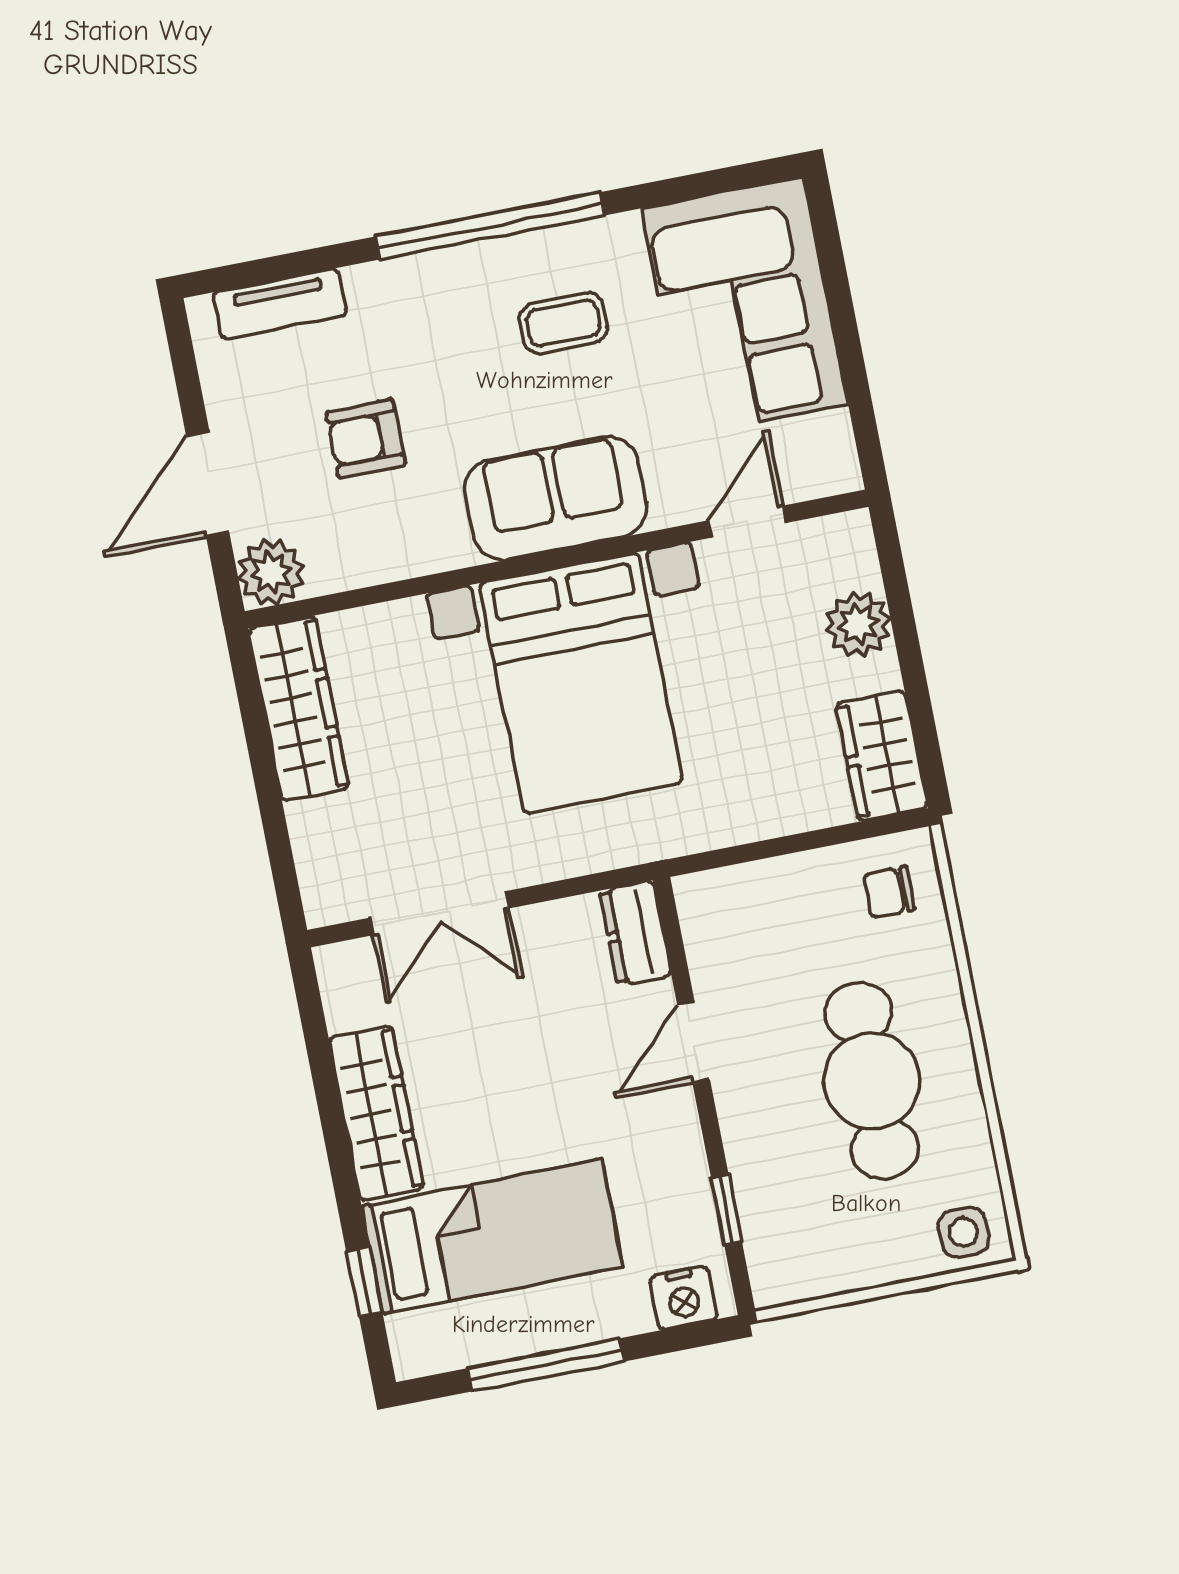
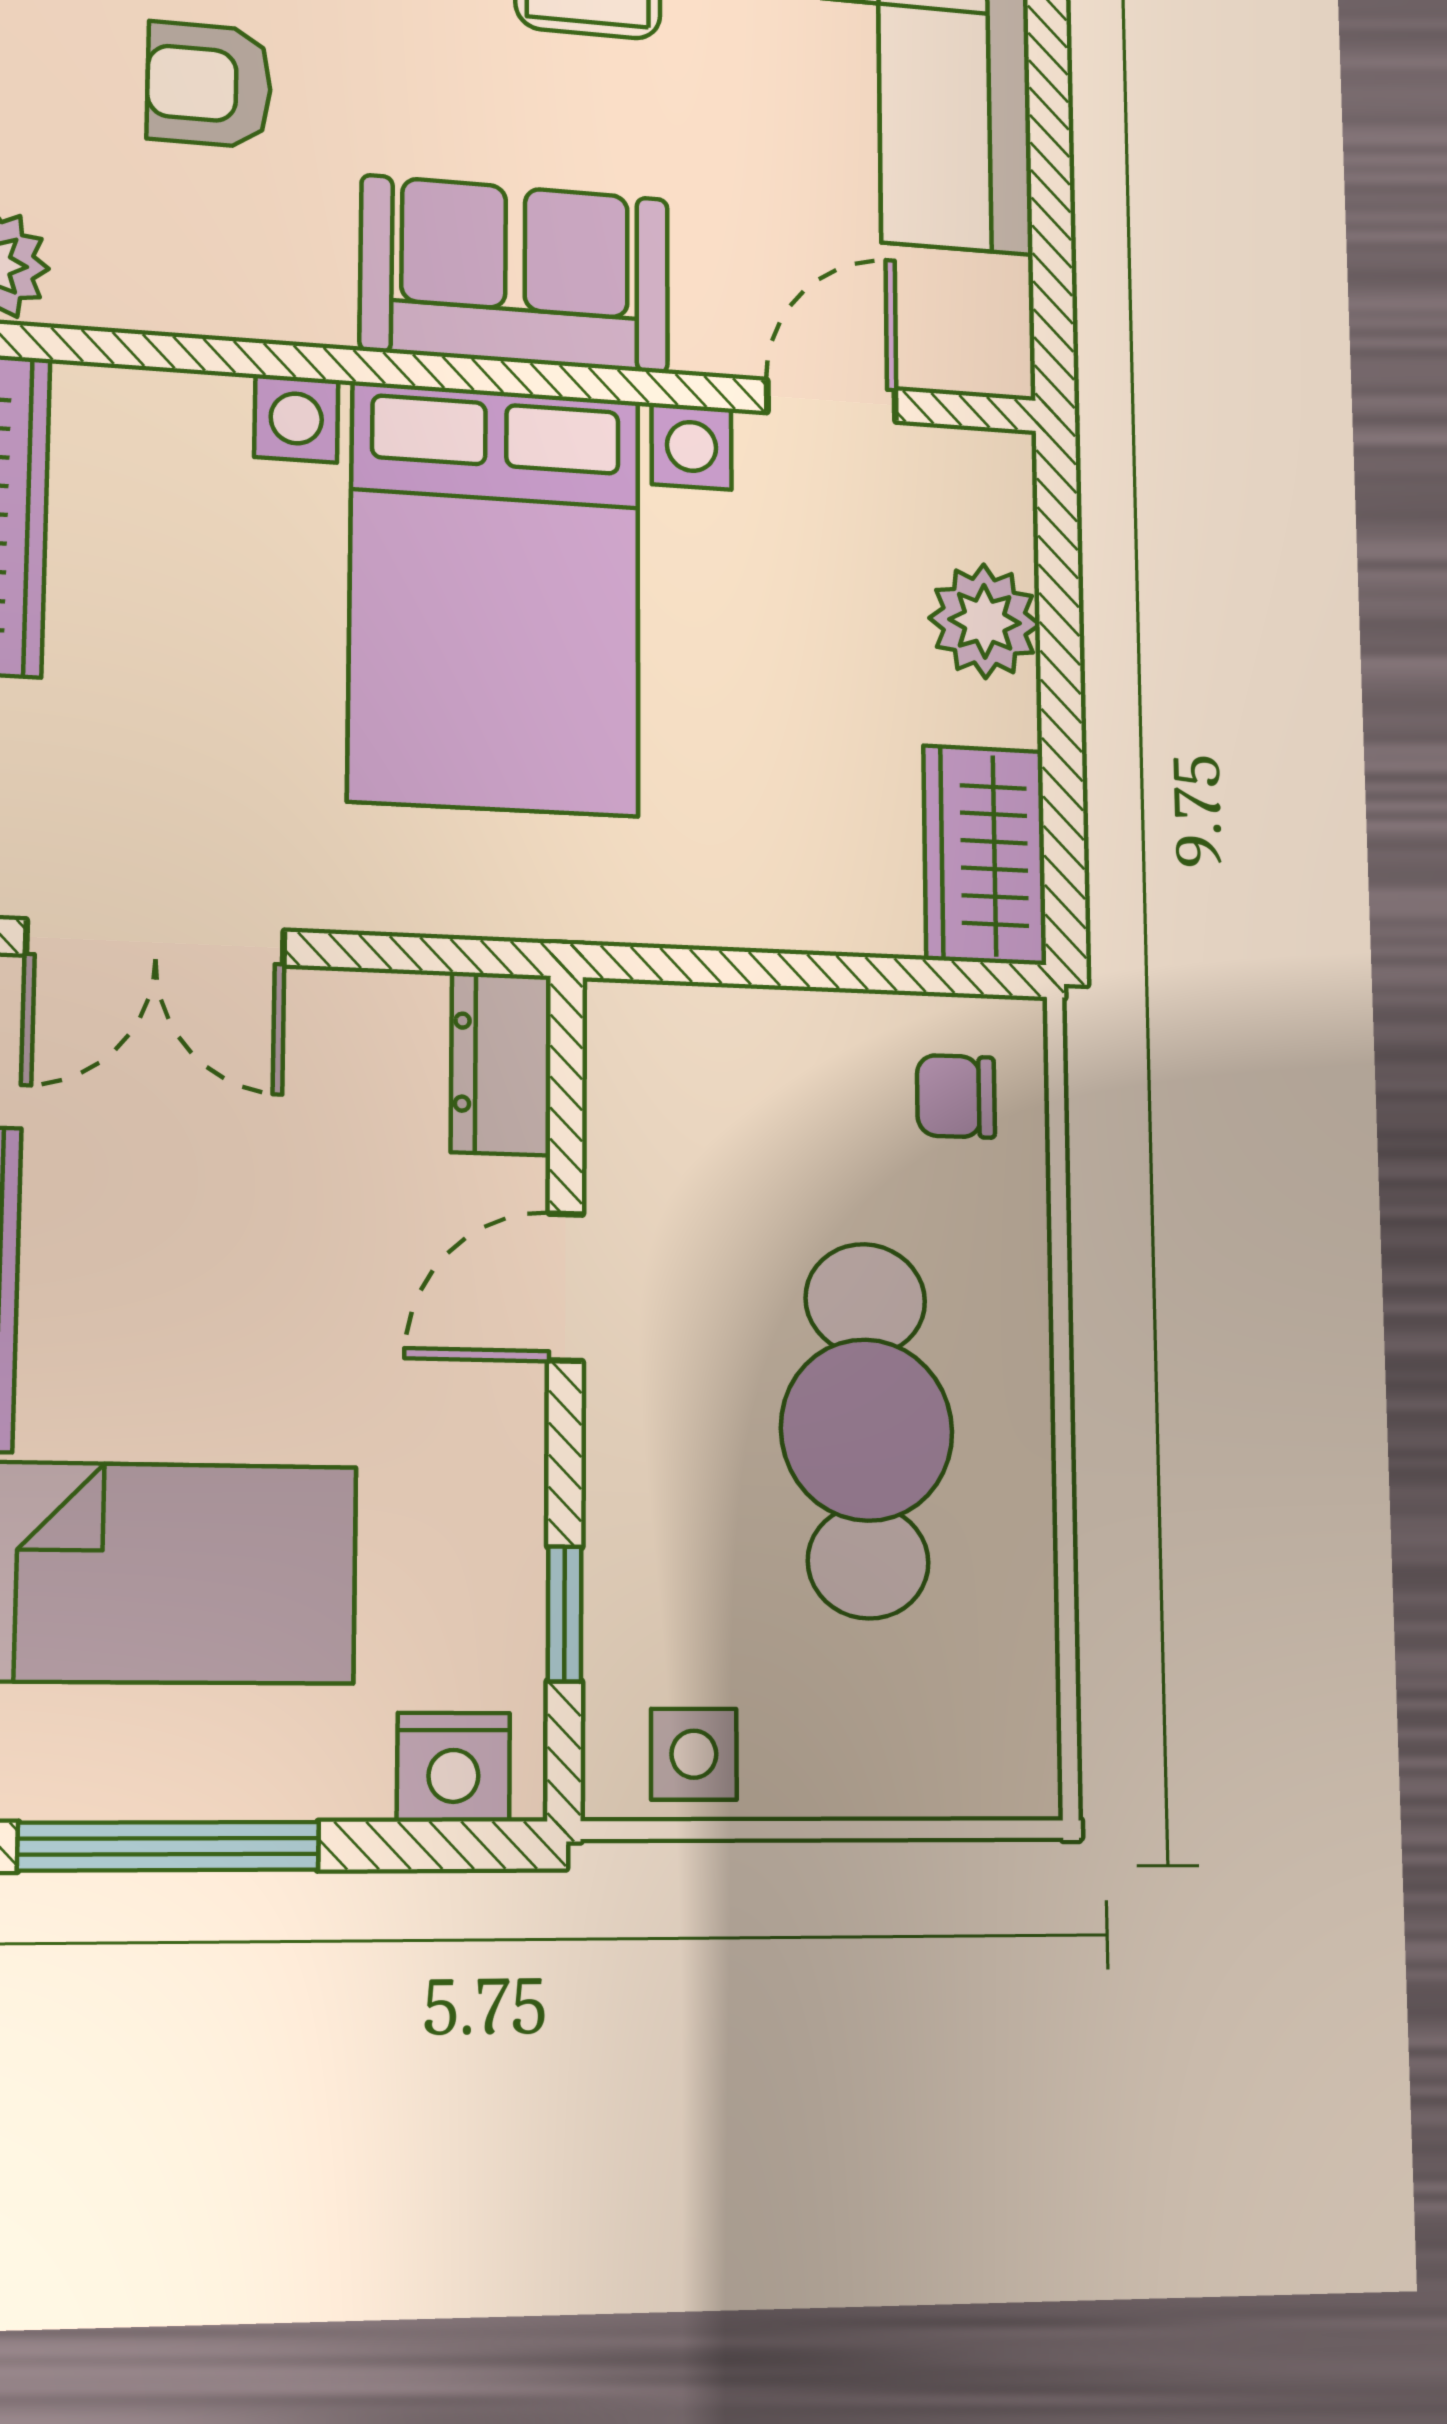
side table: (963, 1232) -> (694, 1754), moved

